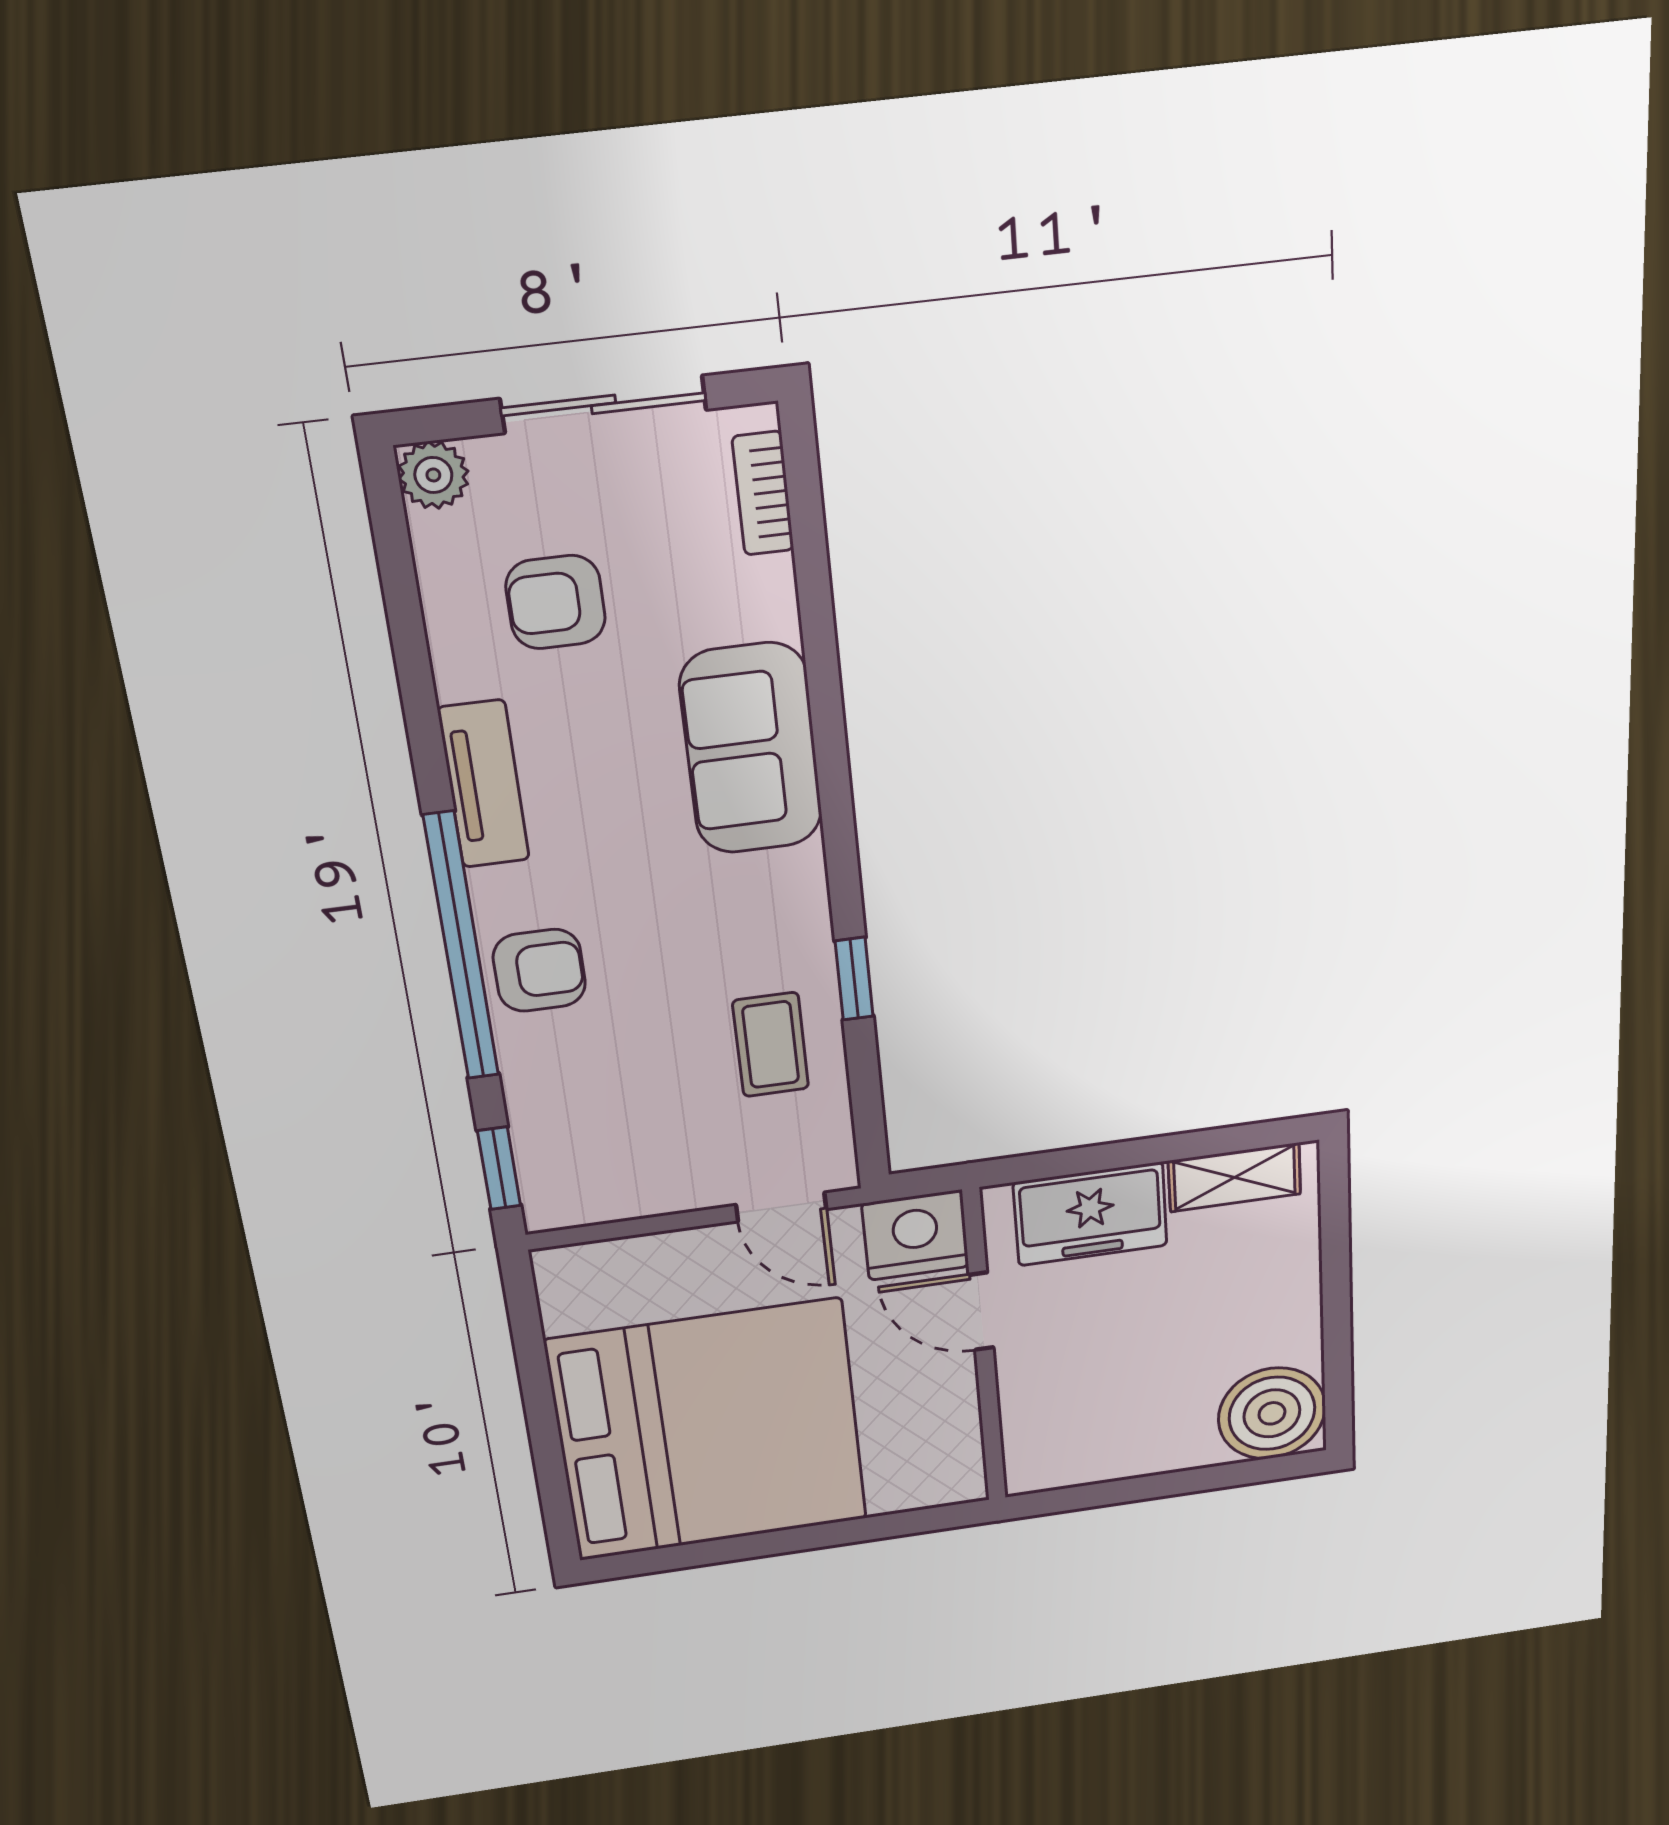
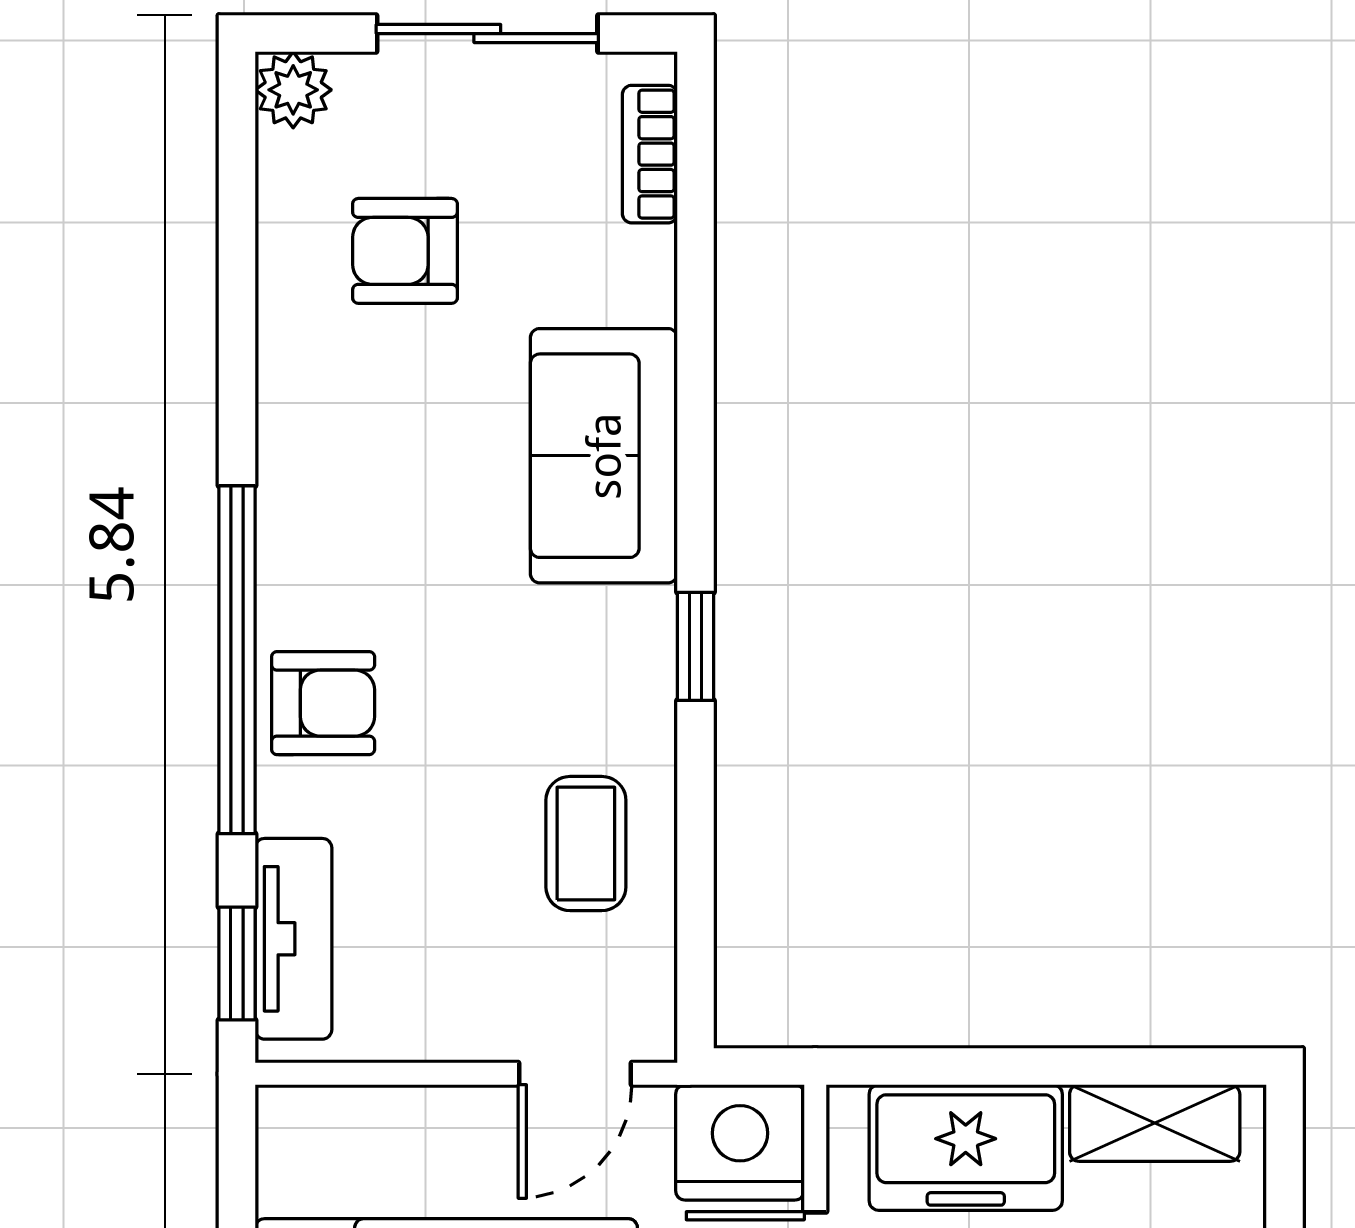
tv unit: (484, 784) -> (293, 939), moved
window: (854, 979) -> (696, 646), moved
door: (781, 1207) -> (575, 1074), hinge flipped

